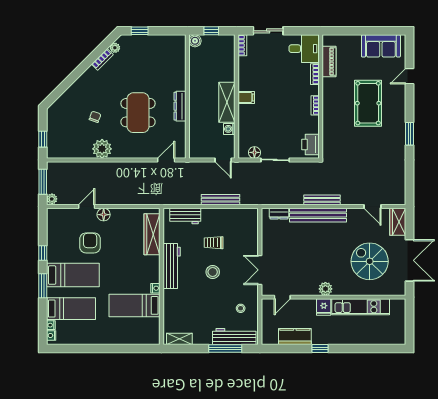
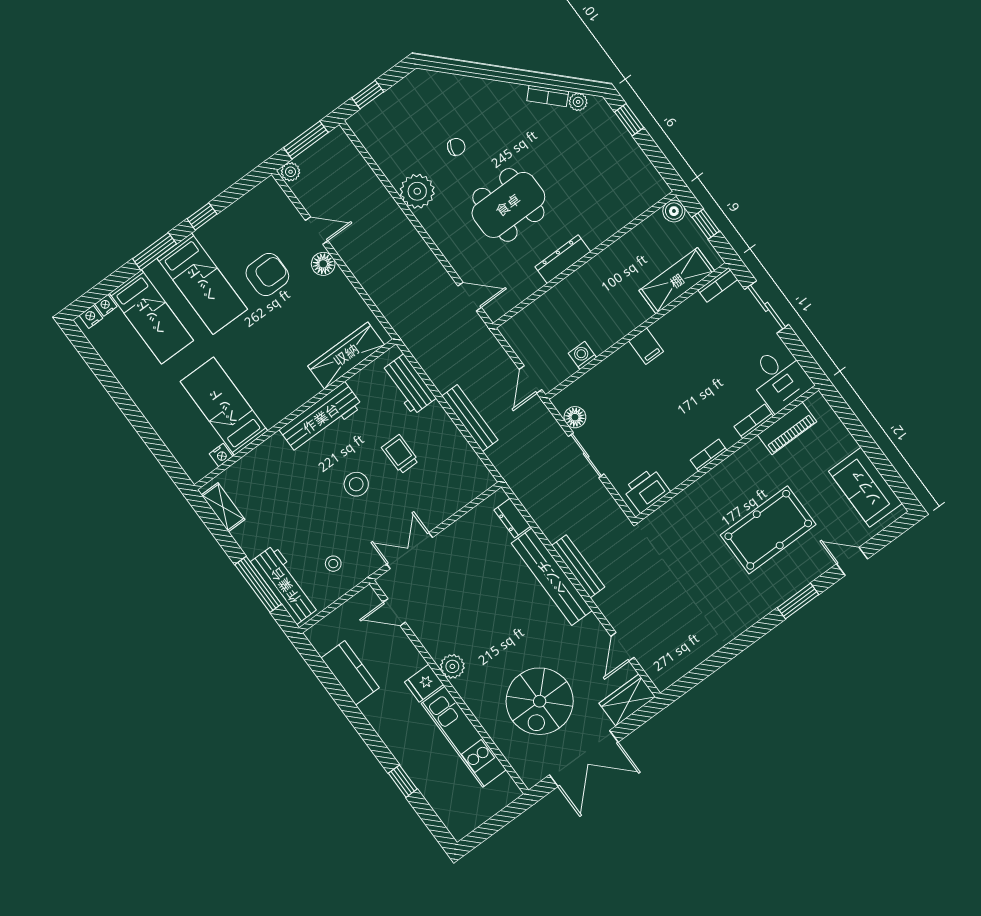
shelving: (227, 102) -> (677, 281), moved
window: (410, 134) -> (798, 601), moved
spiral stairs: (370, 261) -> (540, 701), turned 180
nightstand: (155, 288) -> (221, 455), moved
window: (320, 349) -> (403, 781), moved

